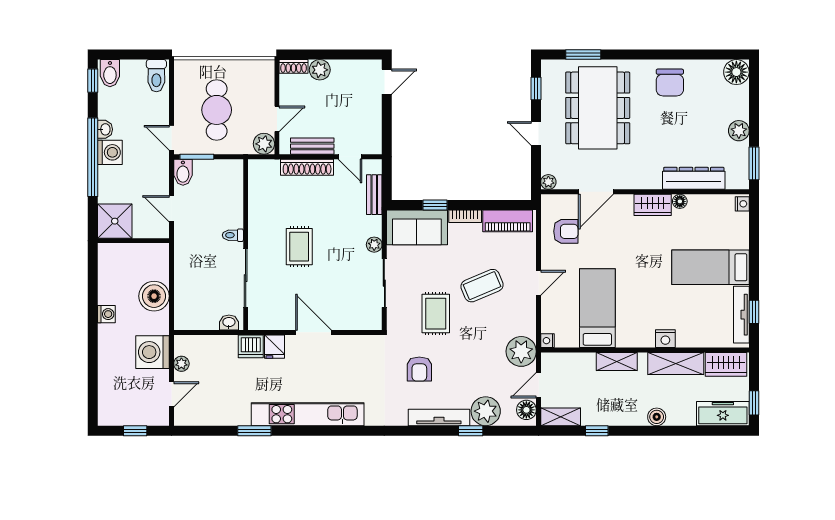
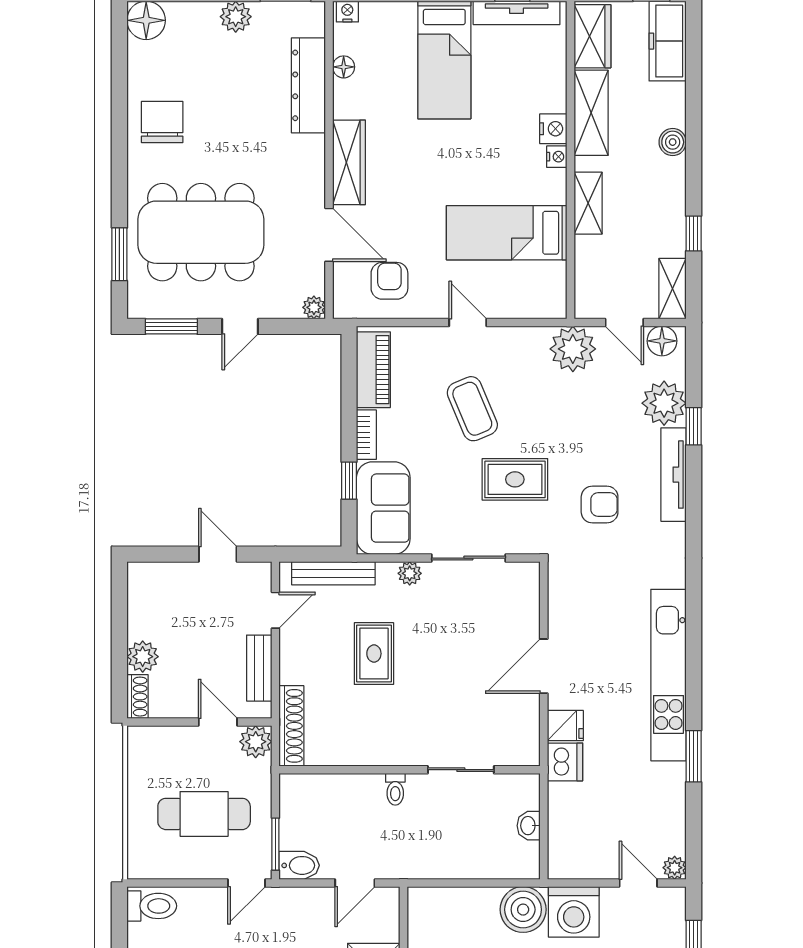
door: (387, 82) -> (218, 554), moved
chair: (670, 82) -> (162, 122), turned -90
window: (536, 89) -> (171, 326), width x1.50
shoe rack: (307, 167) -> (291, 726), moved
bench: (374, 195) -> (333, 573), width x1.36
floor lamp: (680, 201) -> (344, 67), moved
wardrobe: (653, 205) -> (349, 162), width x1.50
rug: (299, 247) -> (374, 654), moved, turned 90
sliding door: (246, 278) -> (461, 770), width x0.73
boiler: (154, 296) -> (523, 910), moved
washbasin: (229, 323) -> (529, 826), moved
nightstand: (547, 341) -> (557, 157), moved, turned -90
plant: (181, 364) -> (675, 868), moved

